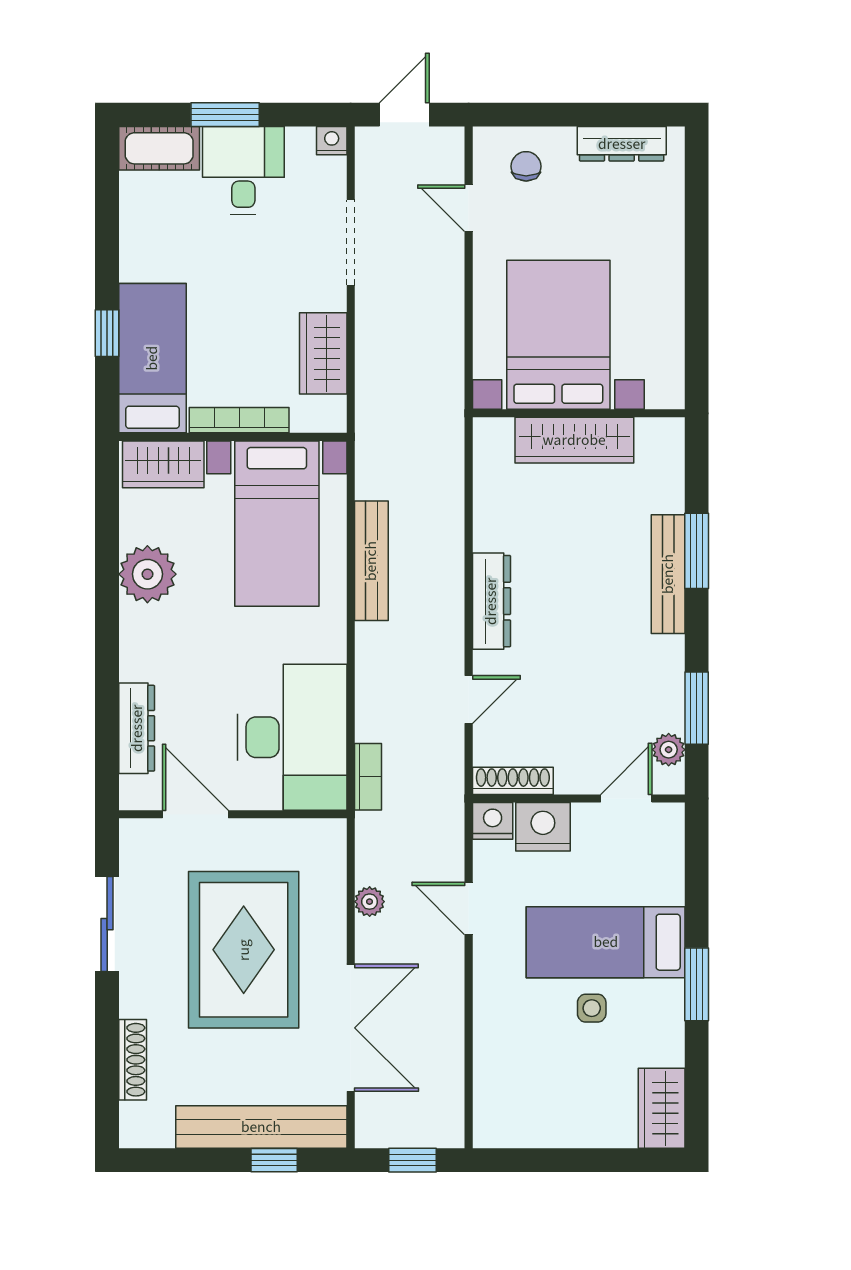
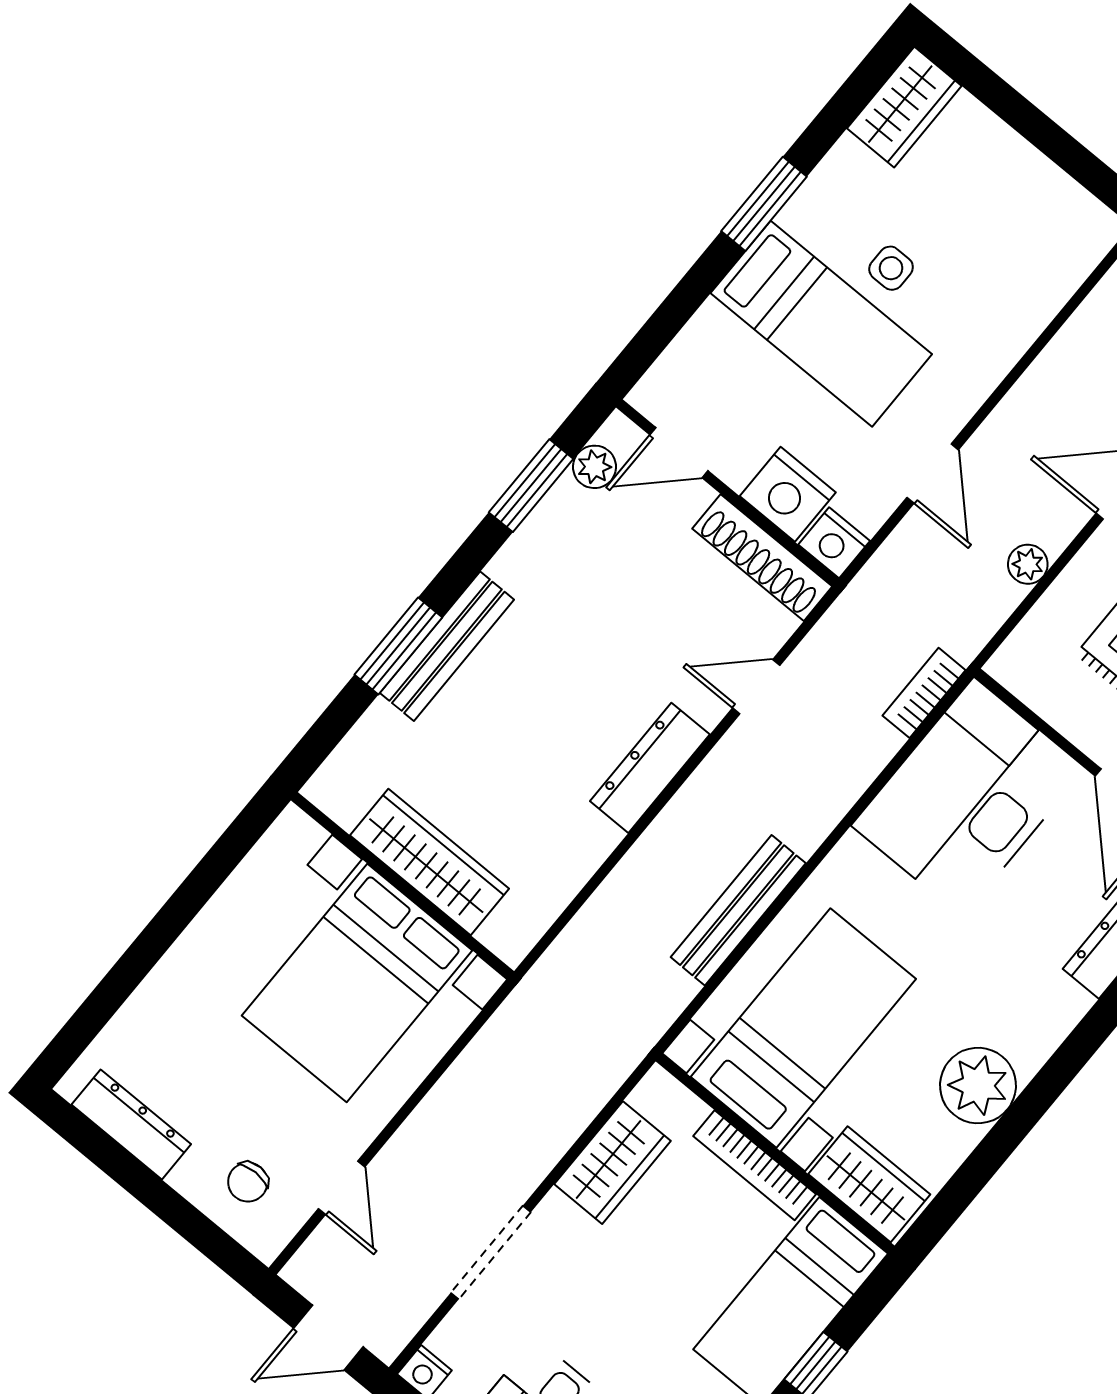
shoe rack: (513, 781) -> (762, 558), width x1.36, depth x1.24

